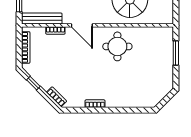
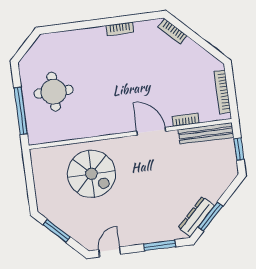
round table: (117, 46) -> (54, 92), moved
window: (176, 53) -> (21, 111), width x1.44
window: (33, 83) -> (206, 45), removed

